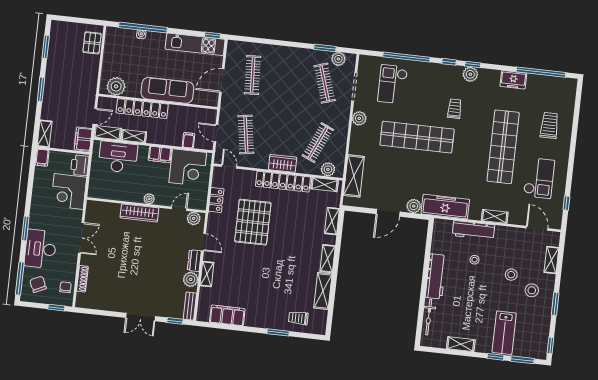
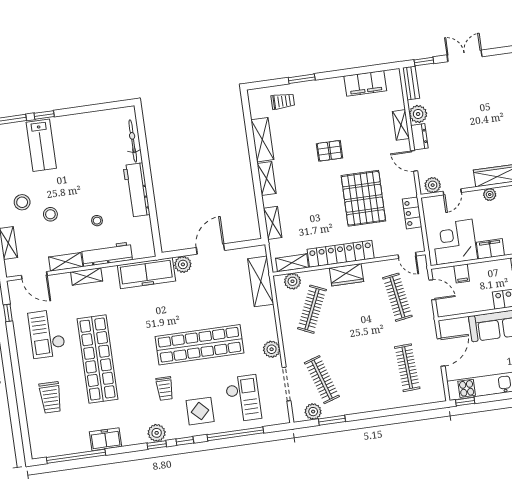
display table: (430, 83) -> (200, 411), added
pallet: (271, 268) -> (329, 151), added
lab bench: (504, 333) -> (41, 145), turned 180
shelving: (461, 344) -> (66, 262), moved

